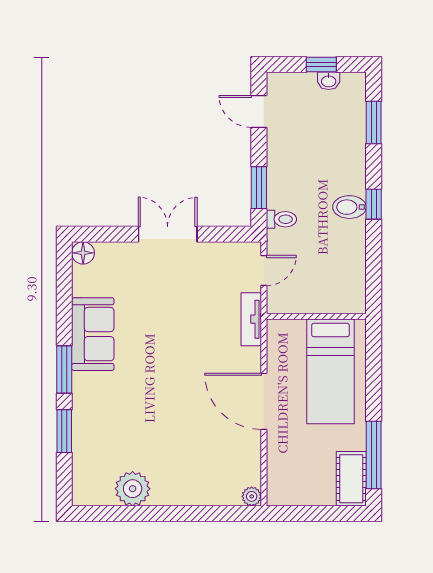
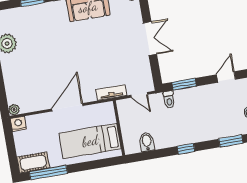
bidet: (349, 207) -> (147, 142), moved
nightstand: (278, 493) -> (18, 124), added

